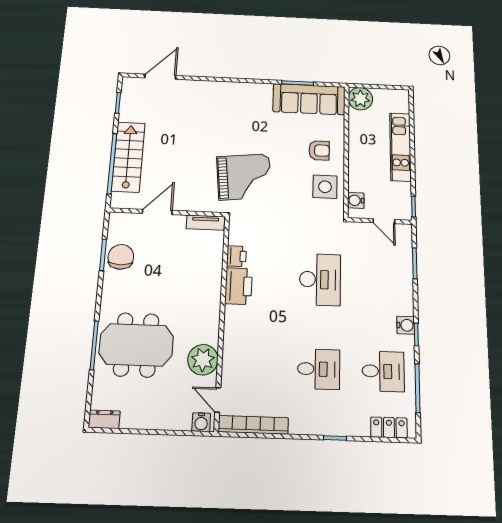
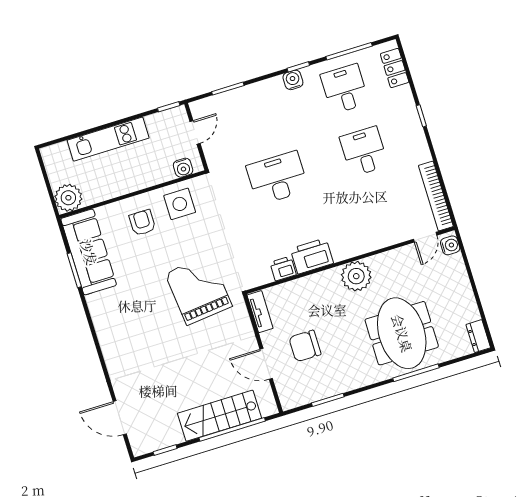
chair: (121, 257) -> (305, 346), moved
plant: (203, 360) -> (356, 276), moved

